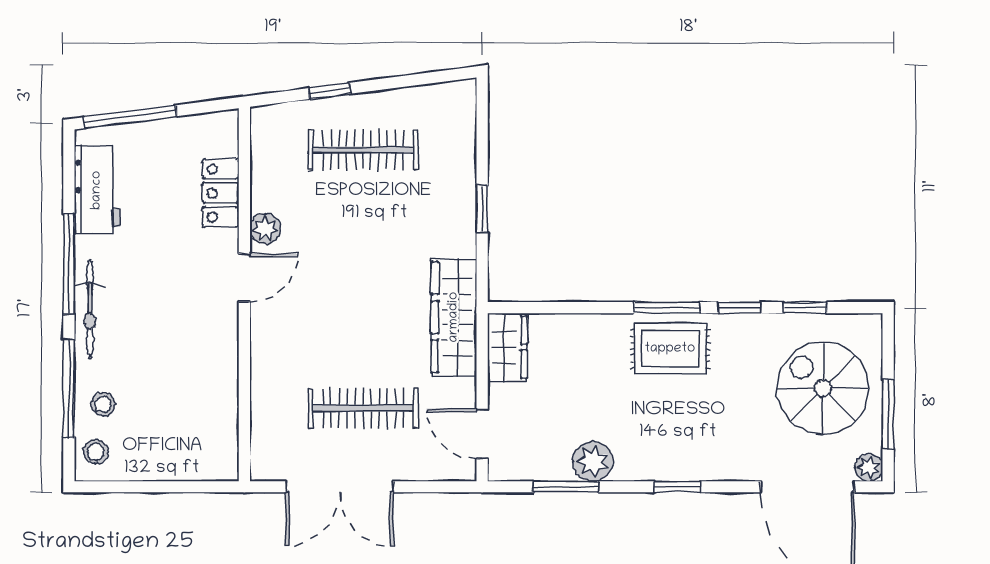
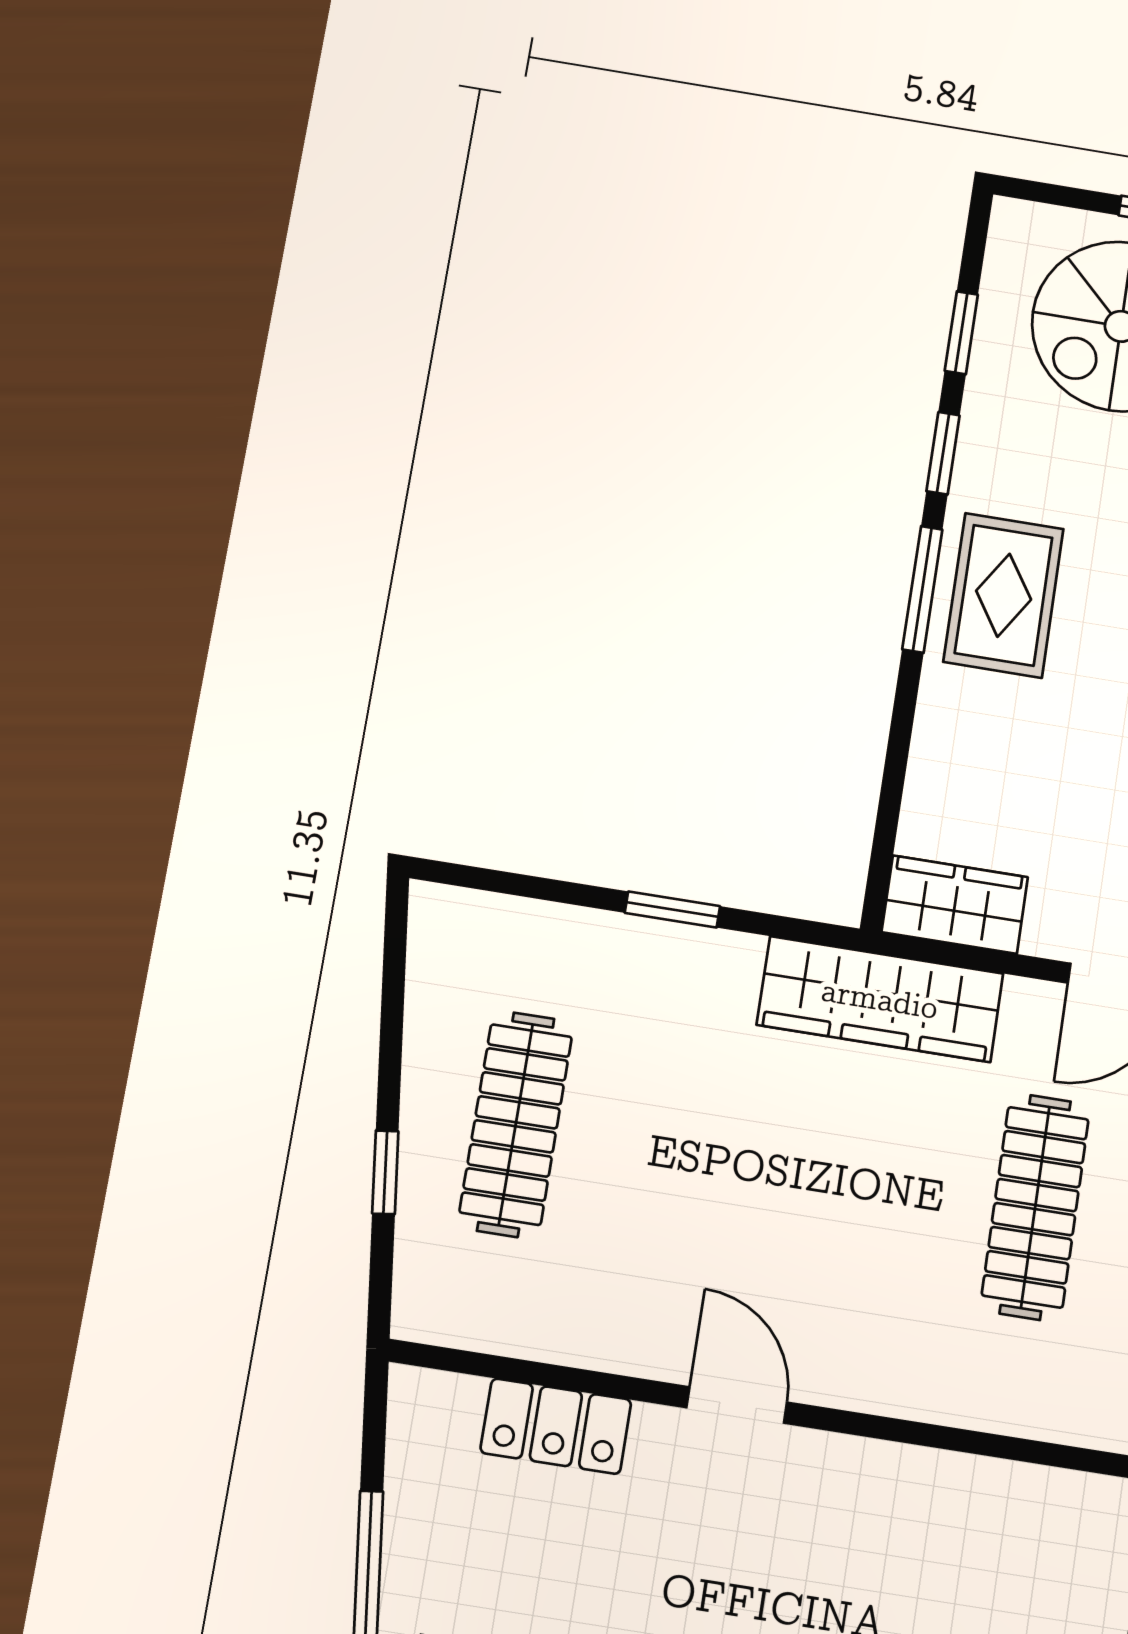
plant: (265, 229) -> (643, 1347), removed

